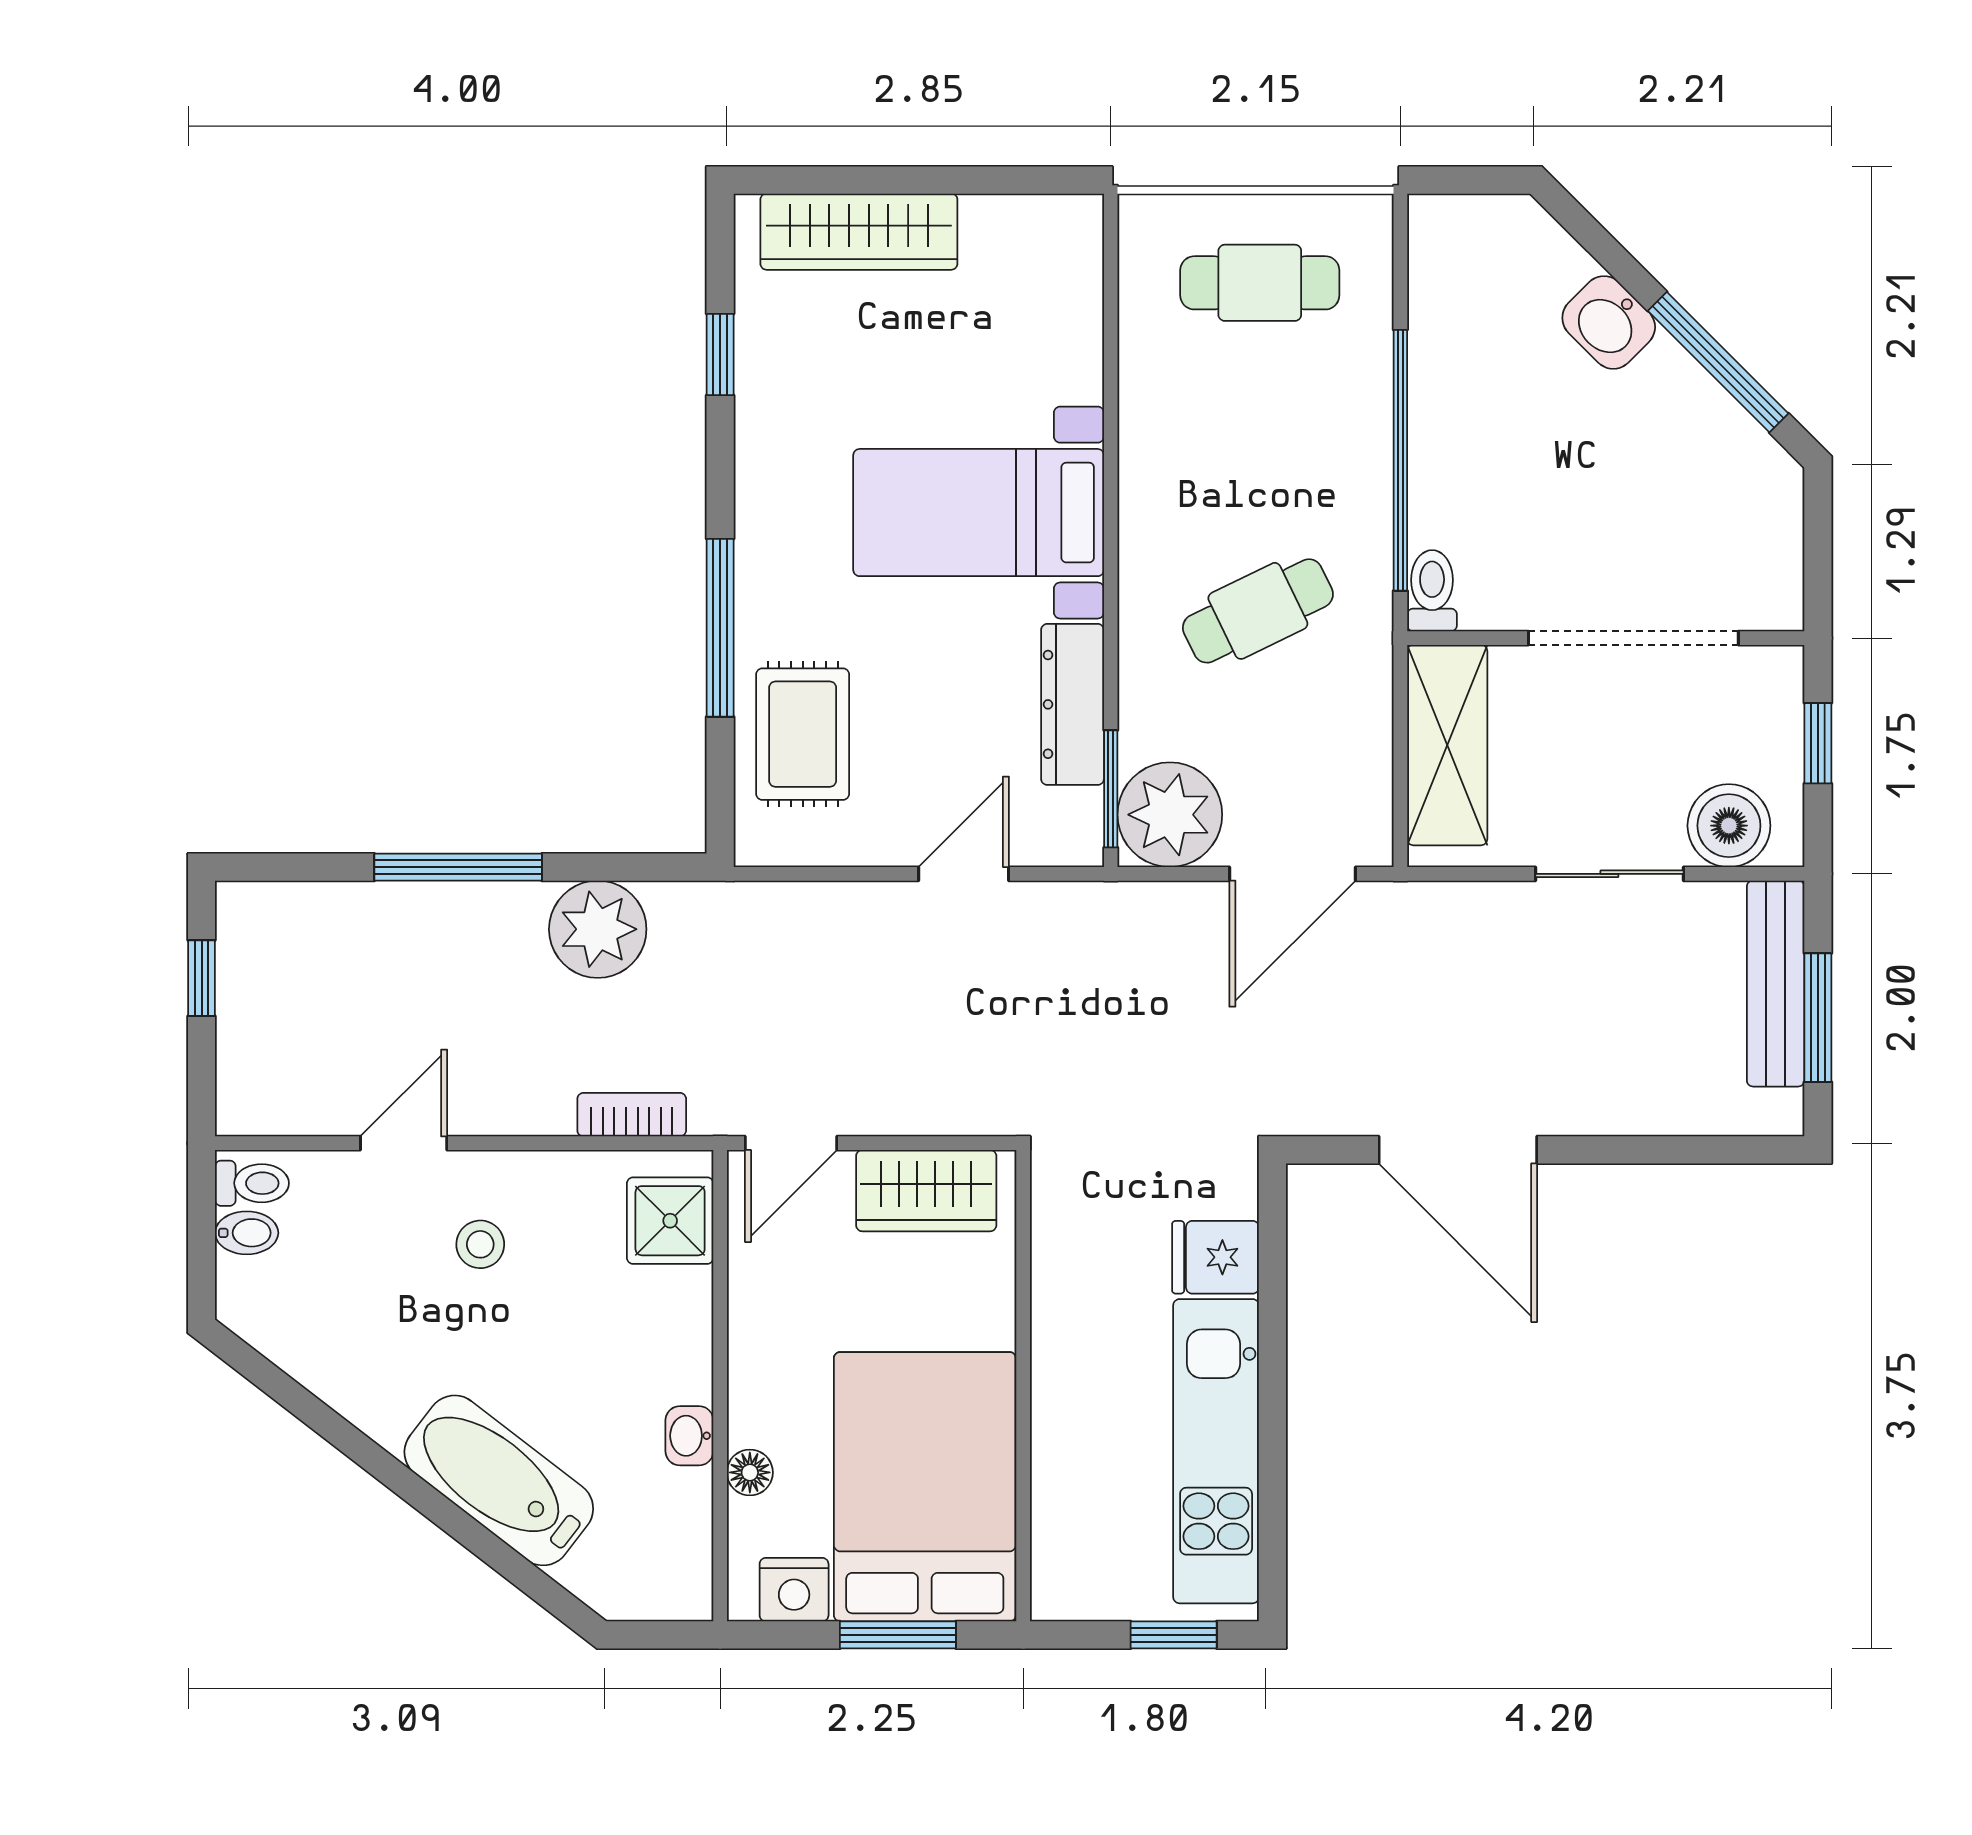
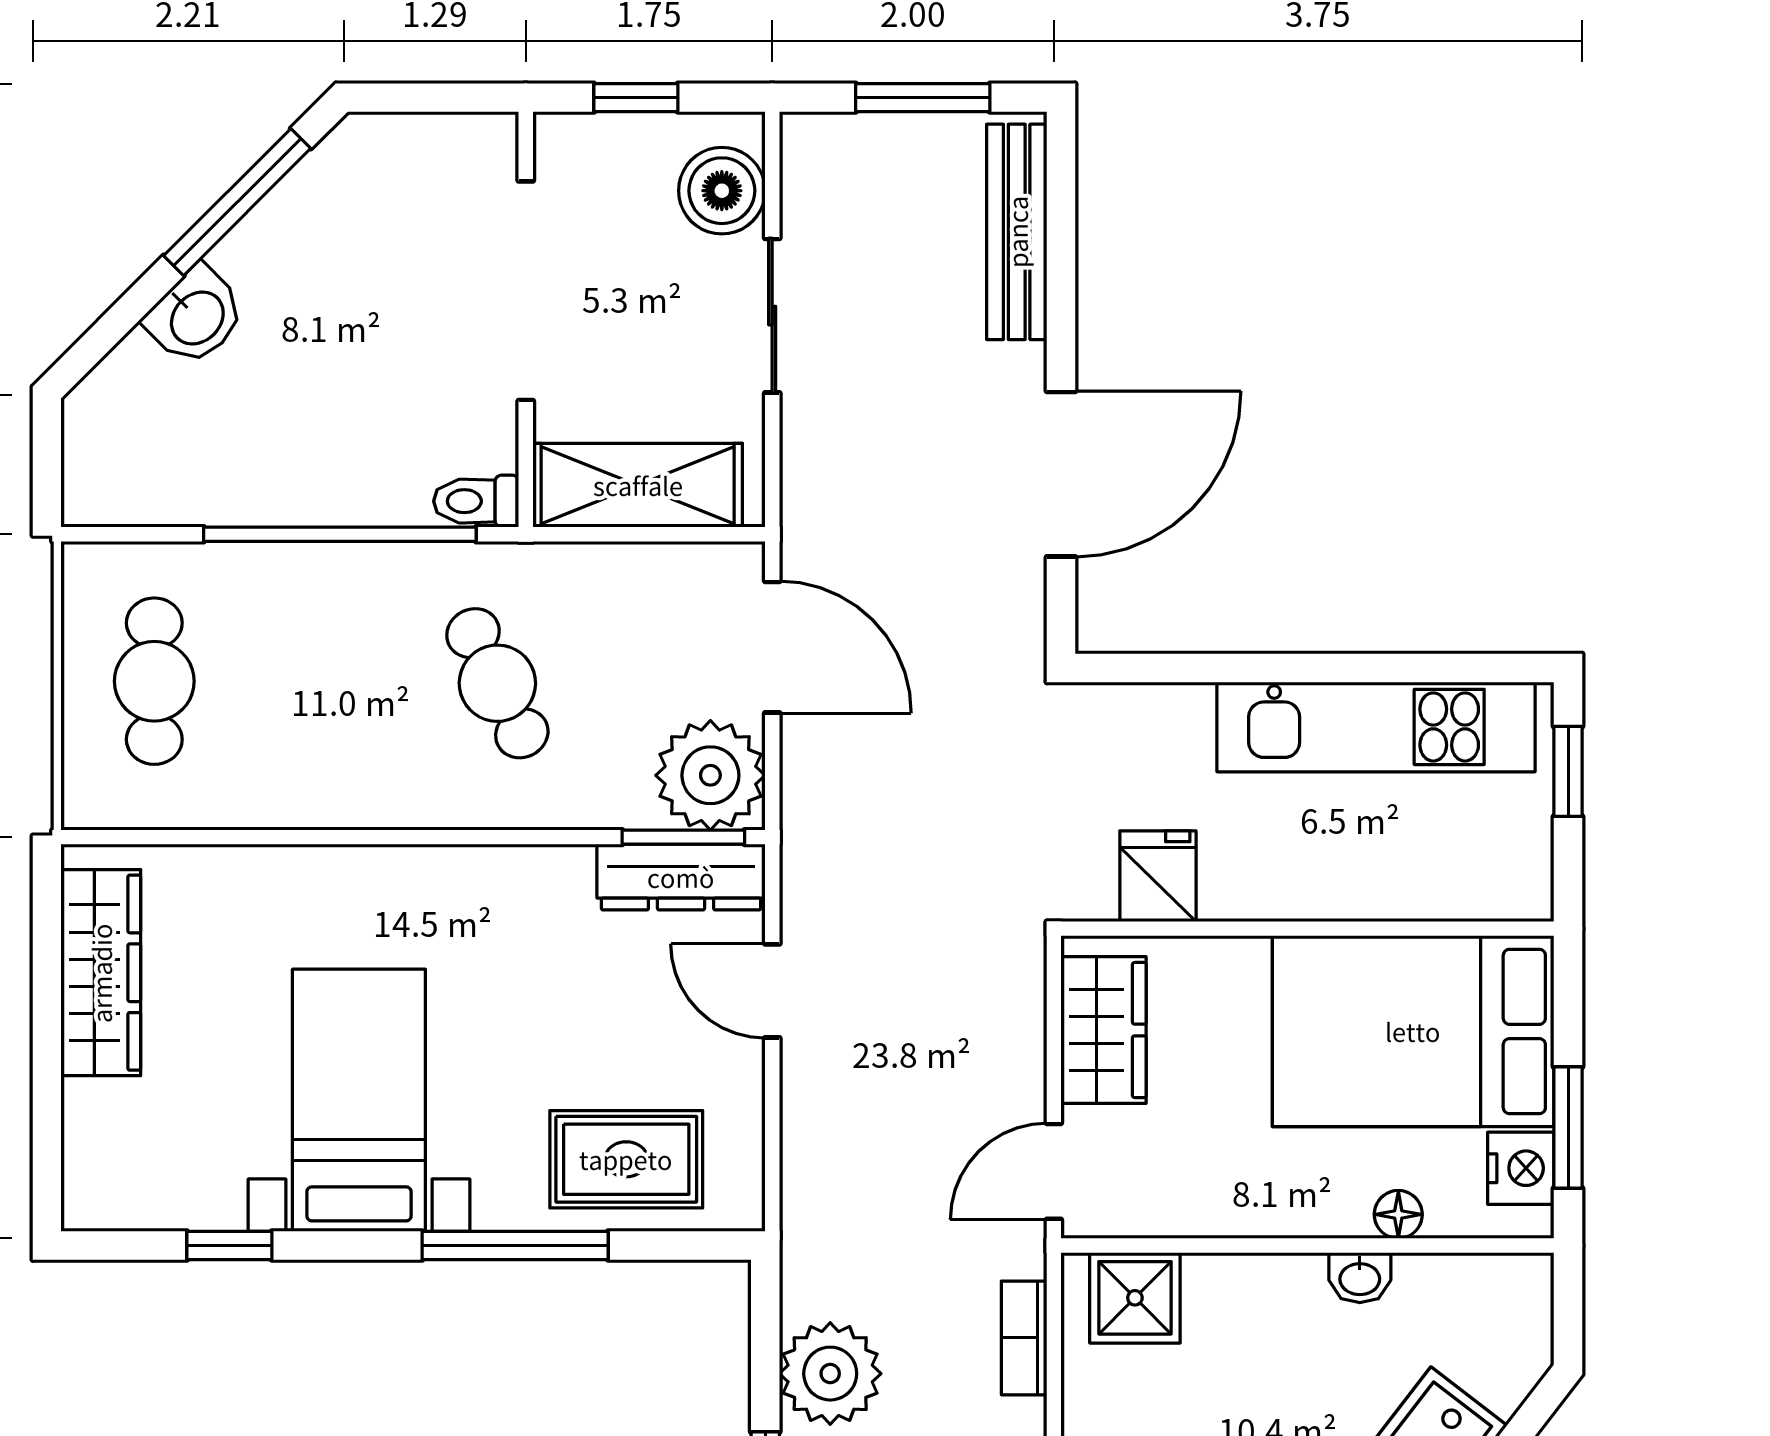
wardrobe: (859, 232) -> (101, 973), moved
bed with nightstands: (979, 513) -> (359, 1100), moved, turned 180
dresser: (1073, 704) -> (681, 877), moved
bench: (1776, 984) -> (1017, 232), moved, turned 90
door: (791, 1143) -> (1054, 1171), swing flipped
fridge: (1215, 1257) -> (1158, 876), moved, turned 180
window: (898, 1635) -> (1568, 1127), moved

